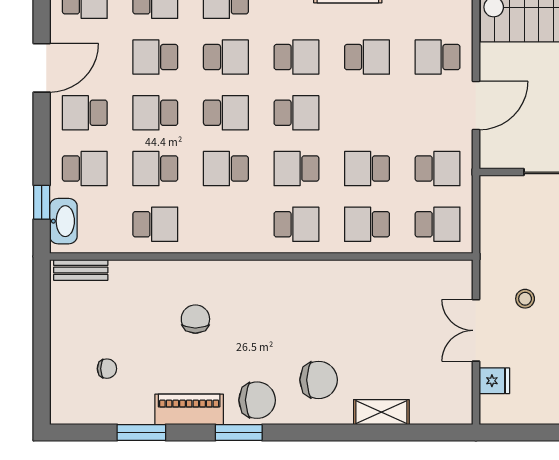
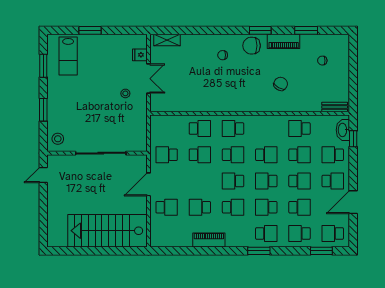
school desk: (296, 57) -> (233, 207), turned 180
school desk: (438, 224) -> (167, 128), removed
chair: (195, 319) -> (281, 84), turned -151
chair: (319, 380) -> (223, 55), width x0.54, depth x0.54
shelving: (381, 412) -> (167, 40), moved

